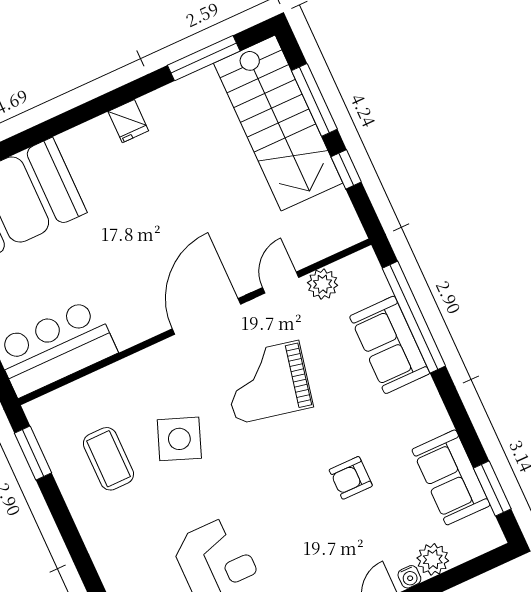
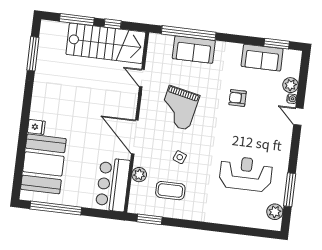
fridge: (128, 121) -> (36, 127), moved
stairs: (278, 123) -> (106, 43), moved
plant: (323, 284) -> (139, 175), moved
door: (206, 316) -> (135, 137), moved
side table: (179, 439) -> (180, 157), width x0.54, depth x0.54
armchair: (351, 478) -> (238, 98), turned 90

